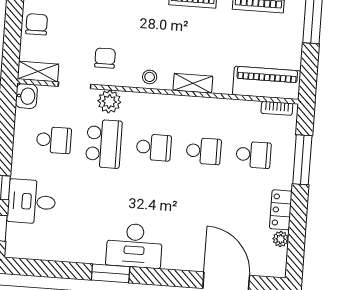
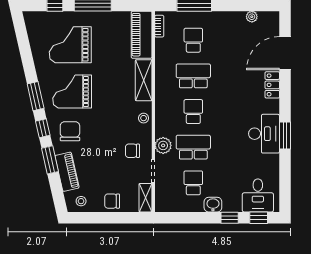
shelving: (193, 83) -> (144, 80), width x1.50, depth x1.33
washbasin: (26, 96) -> (213, 205), moved
school desk: (204, 151) -> (193, 76), width x1.85
desk: (32, 202) -> (258, 195), moved
locker: (281, 210) -> (272, 85), moved, turned 90
desk: (134, 246) -> (264, 134), moved

